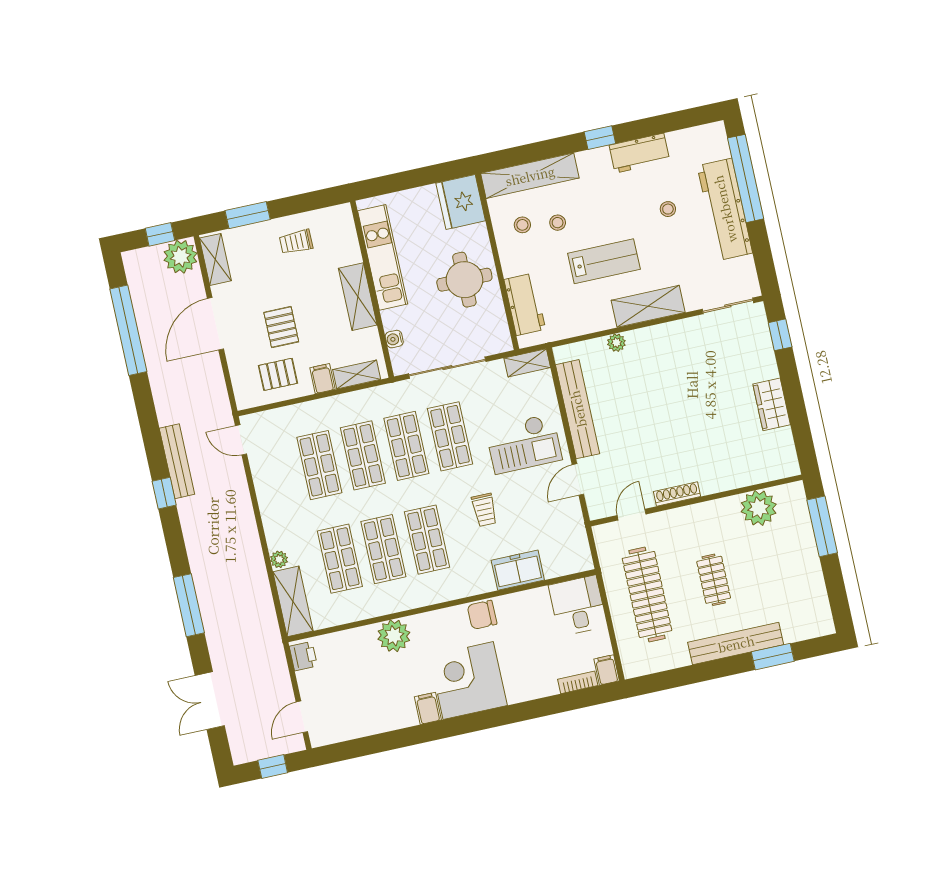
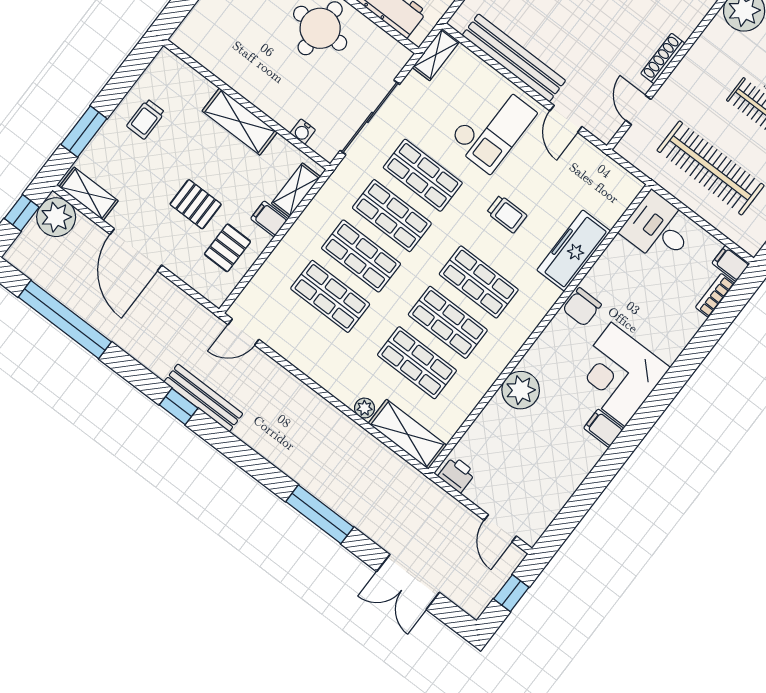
kitchen unit: (383, 257) -> (232, 69), removed
window: (164, 493) -> (179, 406), moved
freezer: (518, 570) -> (574, 251), width x1.40

